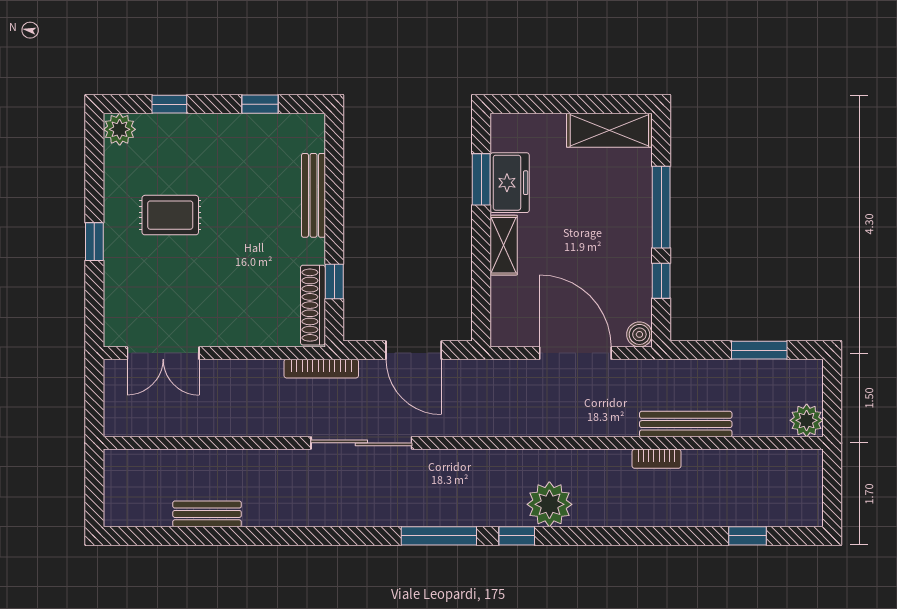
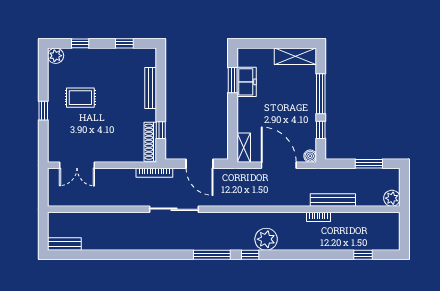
shelving: (504, 245) -> (244, 148), moved
bench: (207, 514) -> (64, 244), moved

